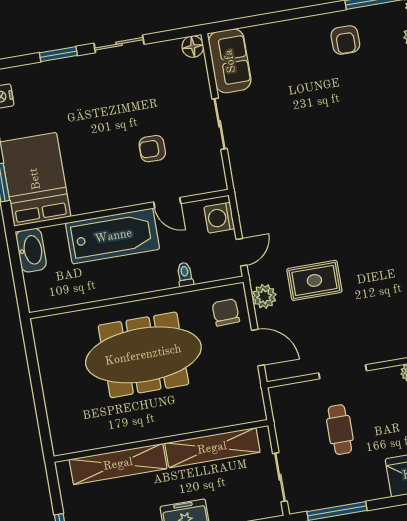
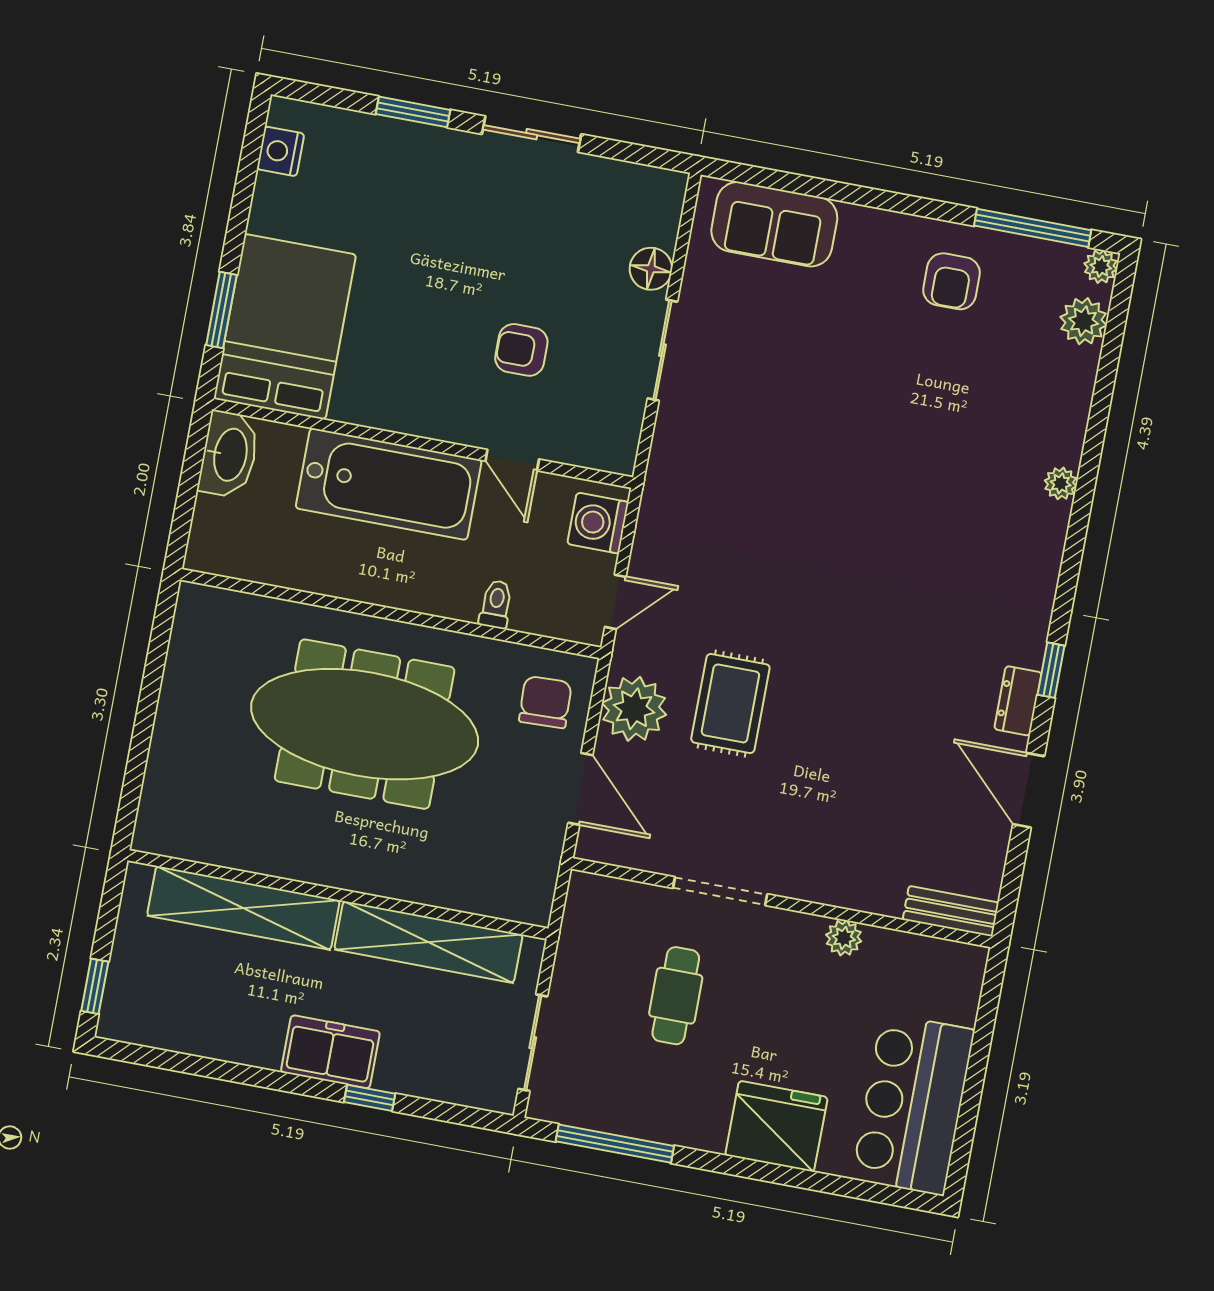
floor lamp: (193, 47) -> (651, 269), moved
sofa: (230, 61) -> (774, 224), moved, turned 90
rug: (314, 280) -> (730, 703), turned 90
plant: (264, 296) -> (634, 709), width x1.36, depth x1.36

